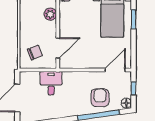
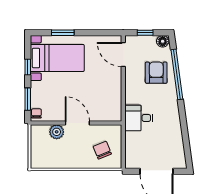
door: (58, 48) -> (77, 123), moved
desk: (51, 83) -> (139, 118), moved
armchair: (100, 98) -> (156, 73), turned 90

